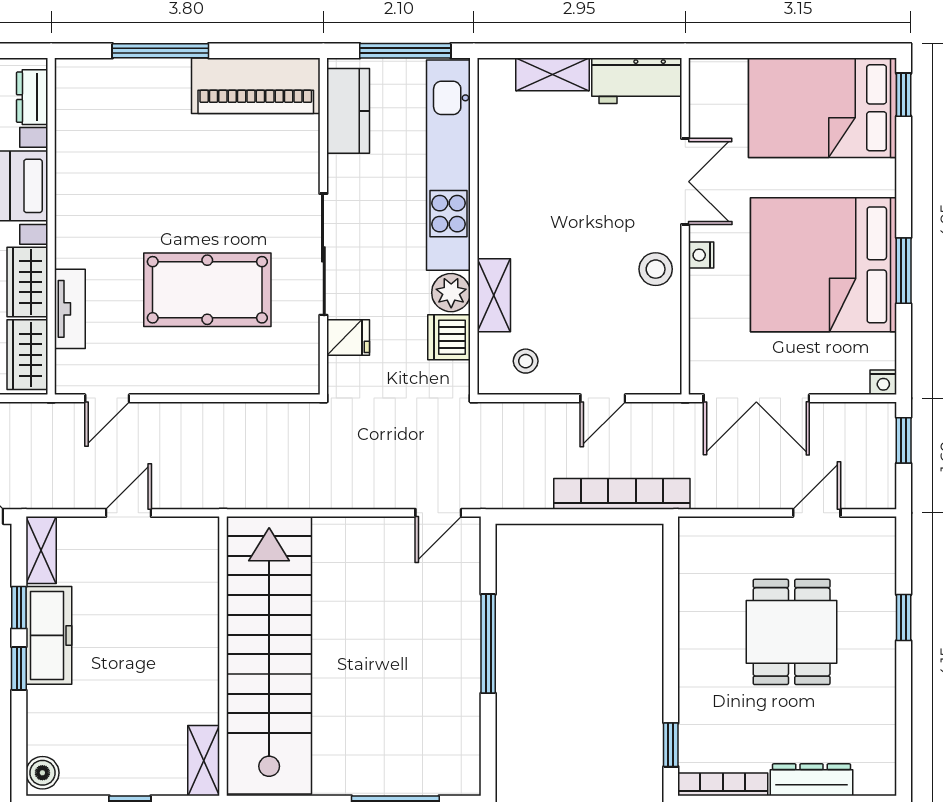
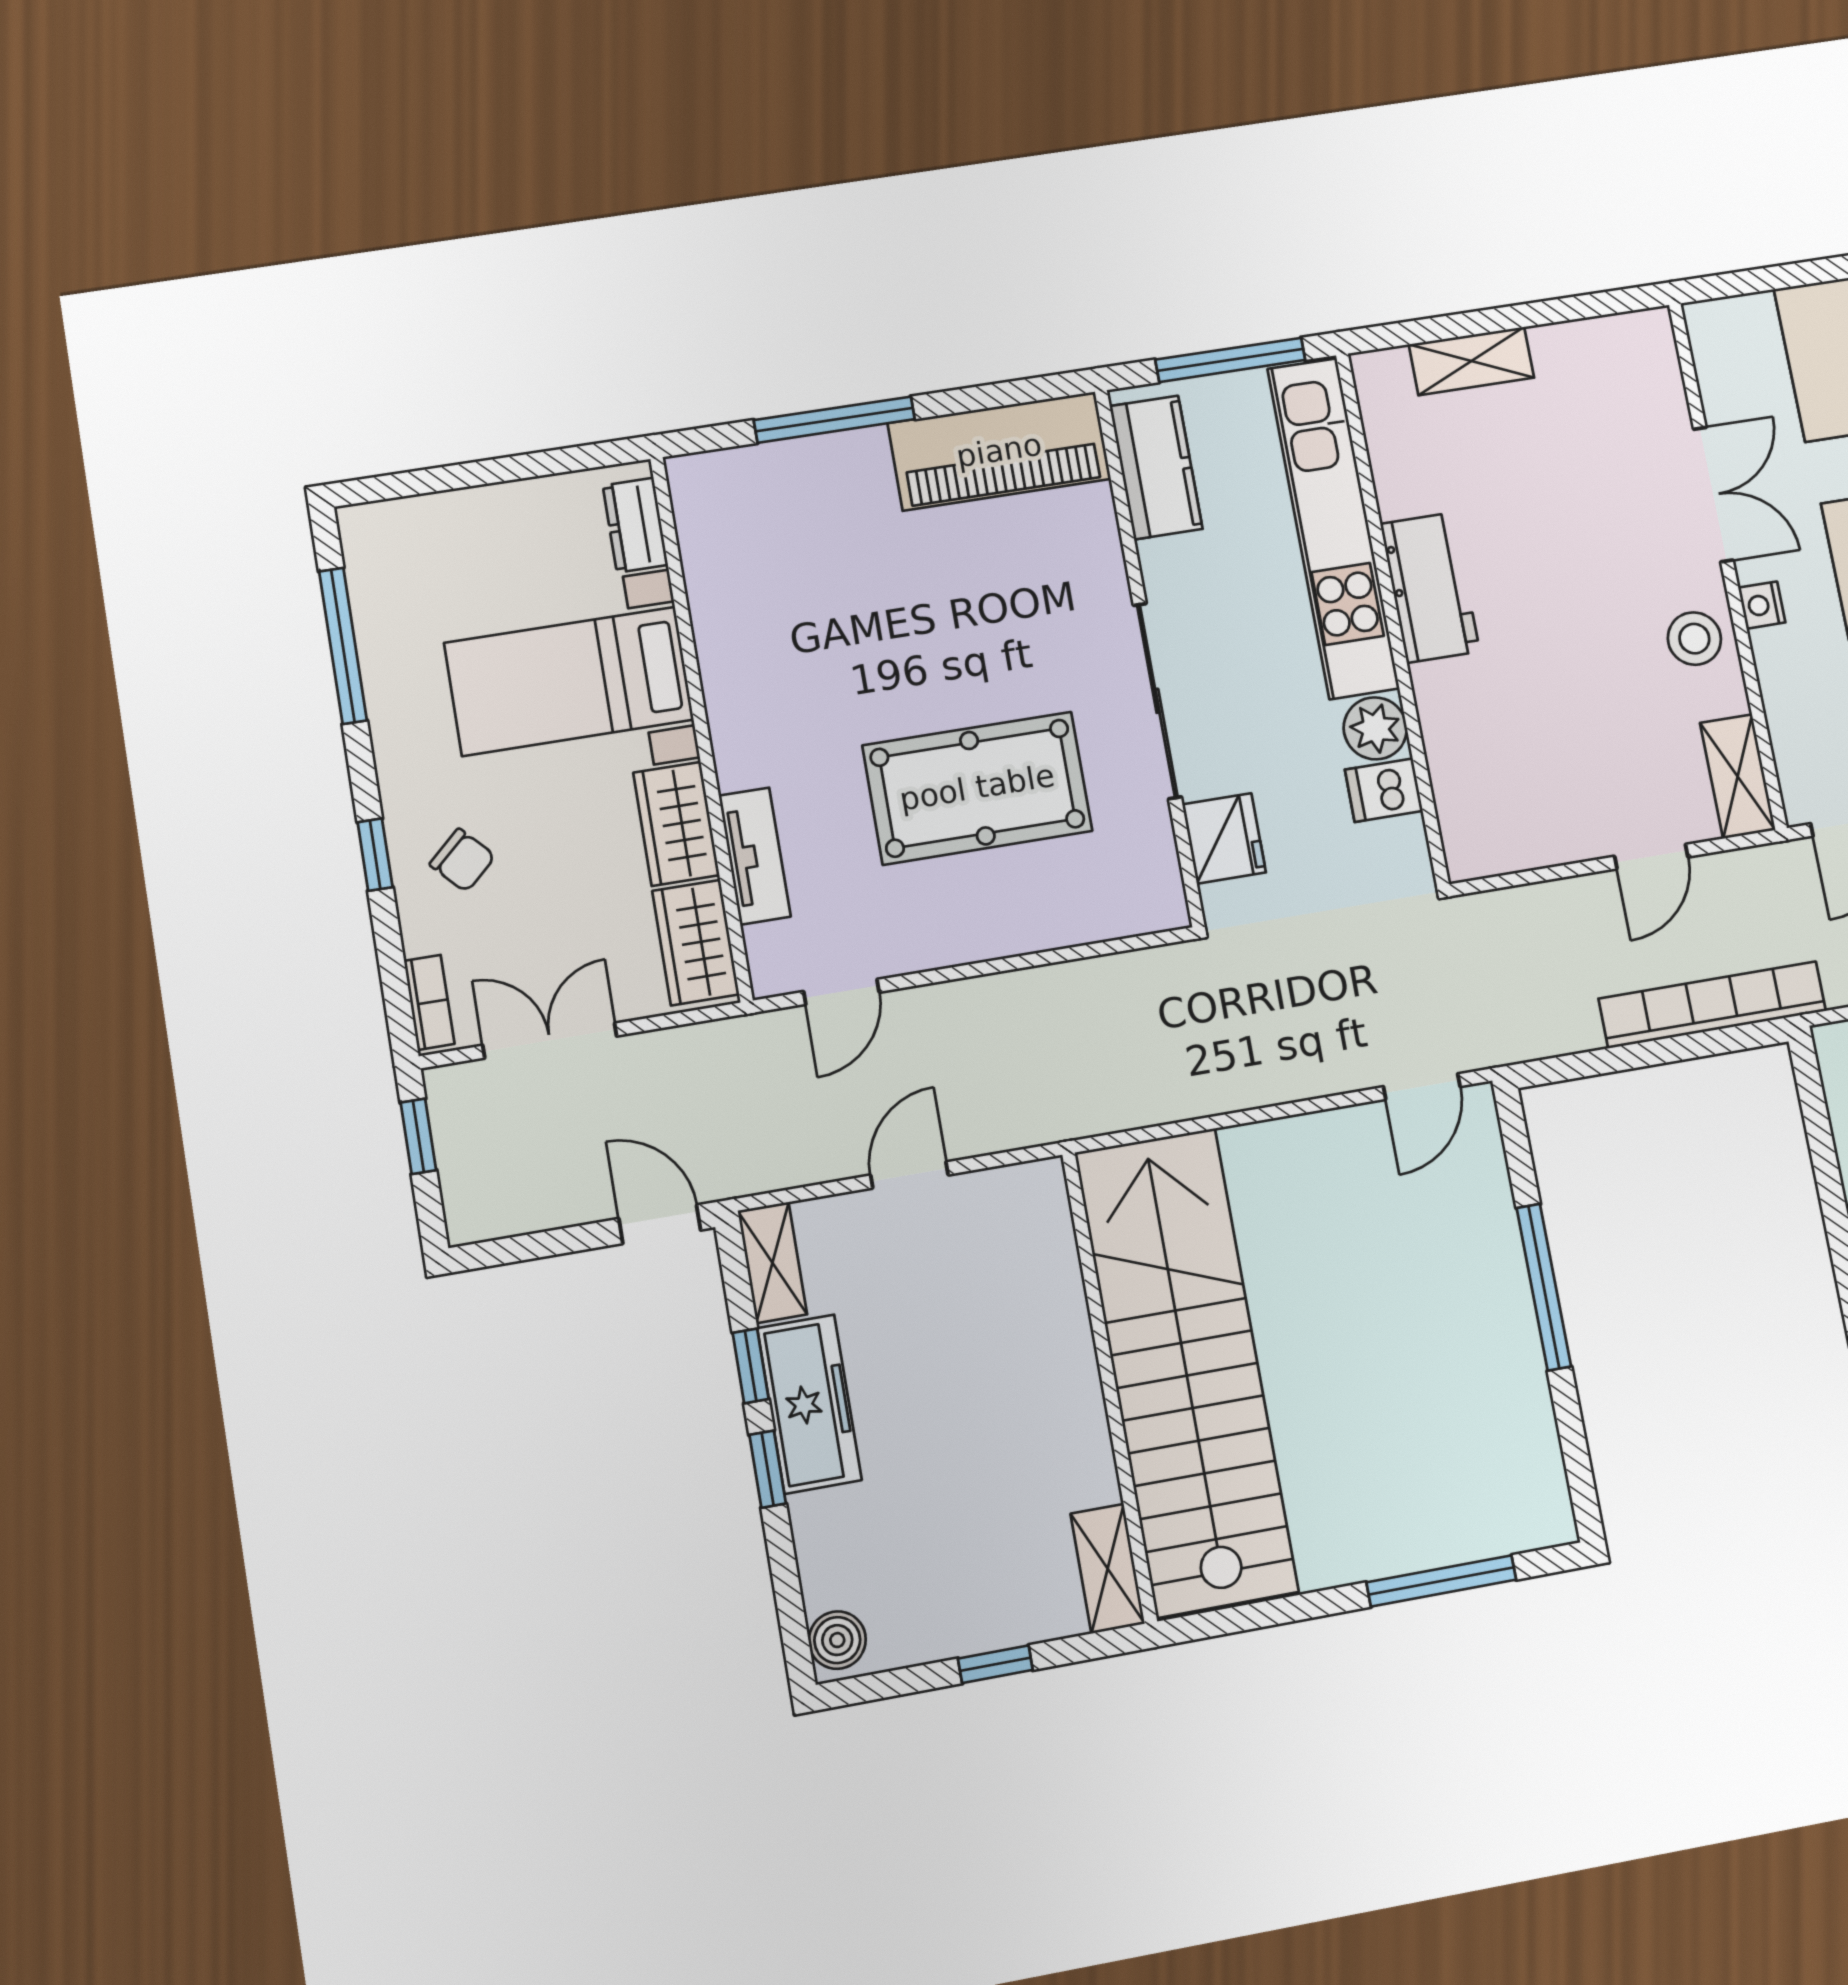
workbench: (636, 81) -> (1430, 588), moved, turned -90
shelving: (494, 295) -> (1738, 776), moved
dishwasher: (449, 337) -> (1384, 790), width x0.73
fridge: (348, 338) -> (1224, 838), width x1.38
stool: (526, 361) -> (1516, 818), removed

